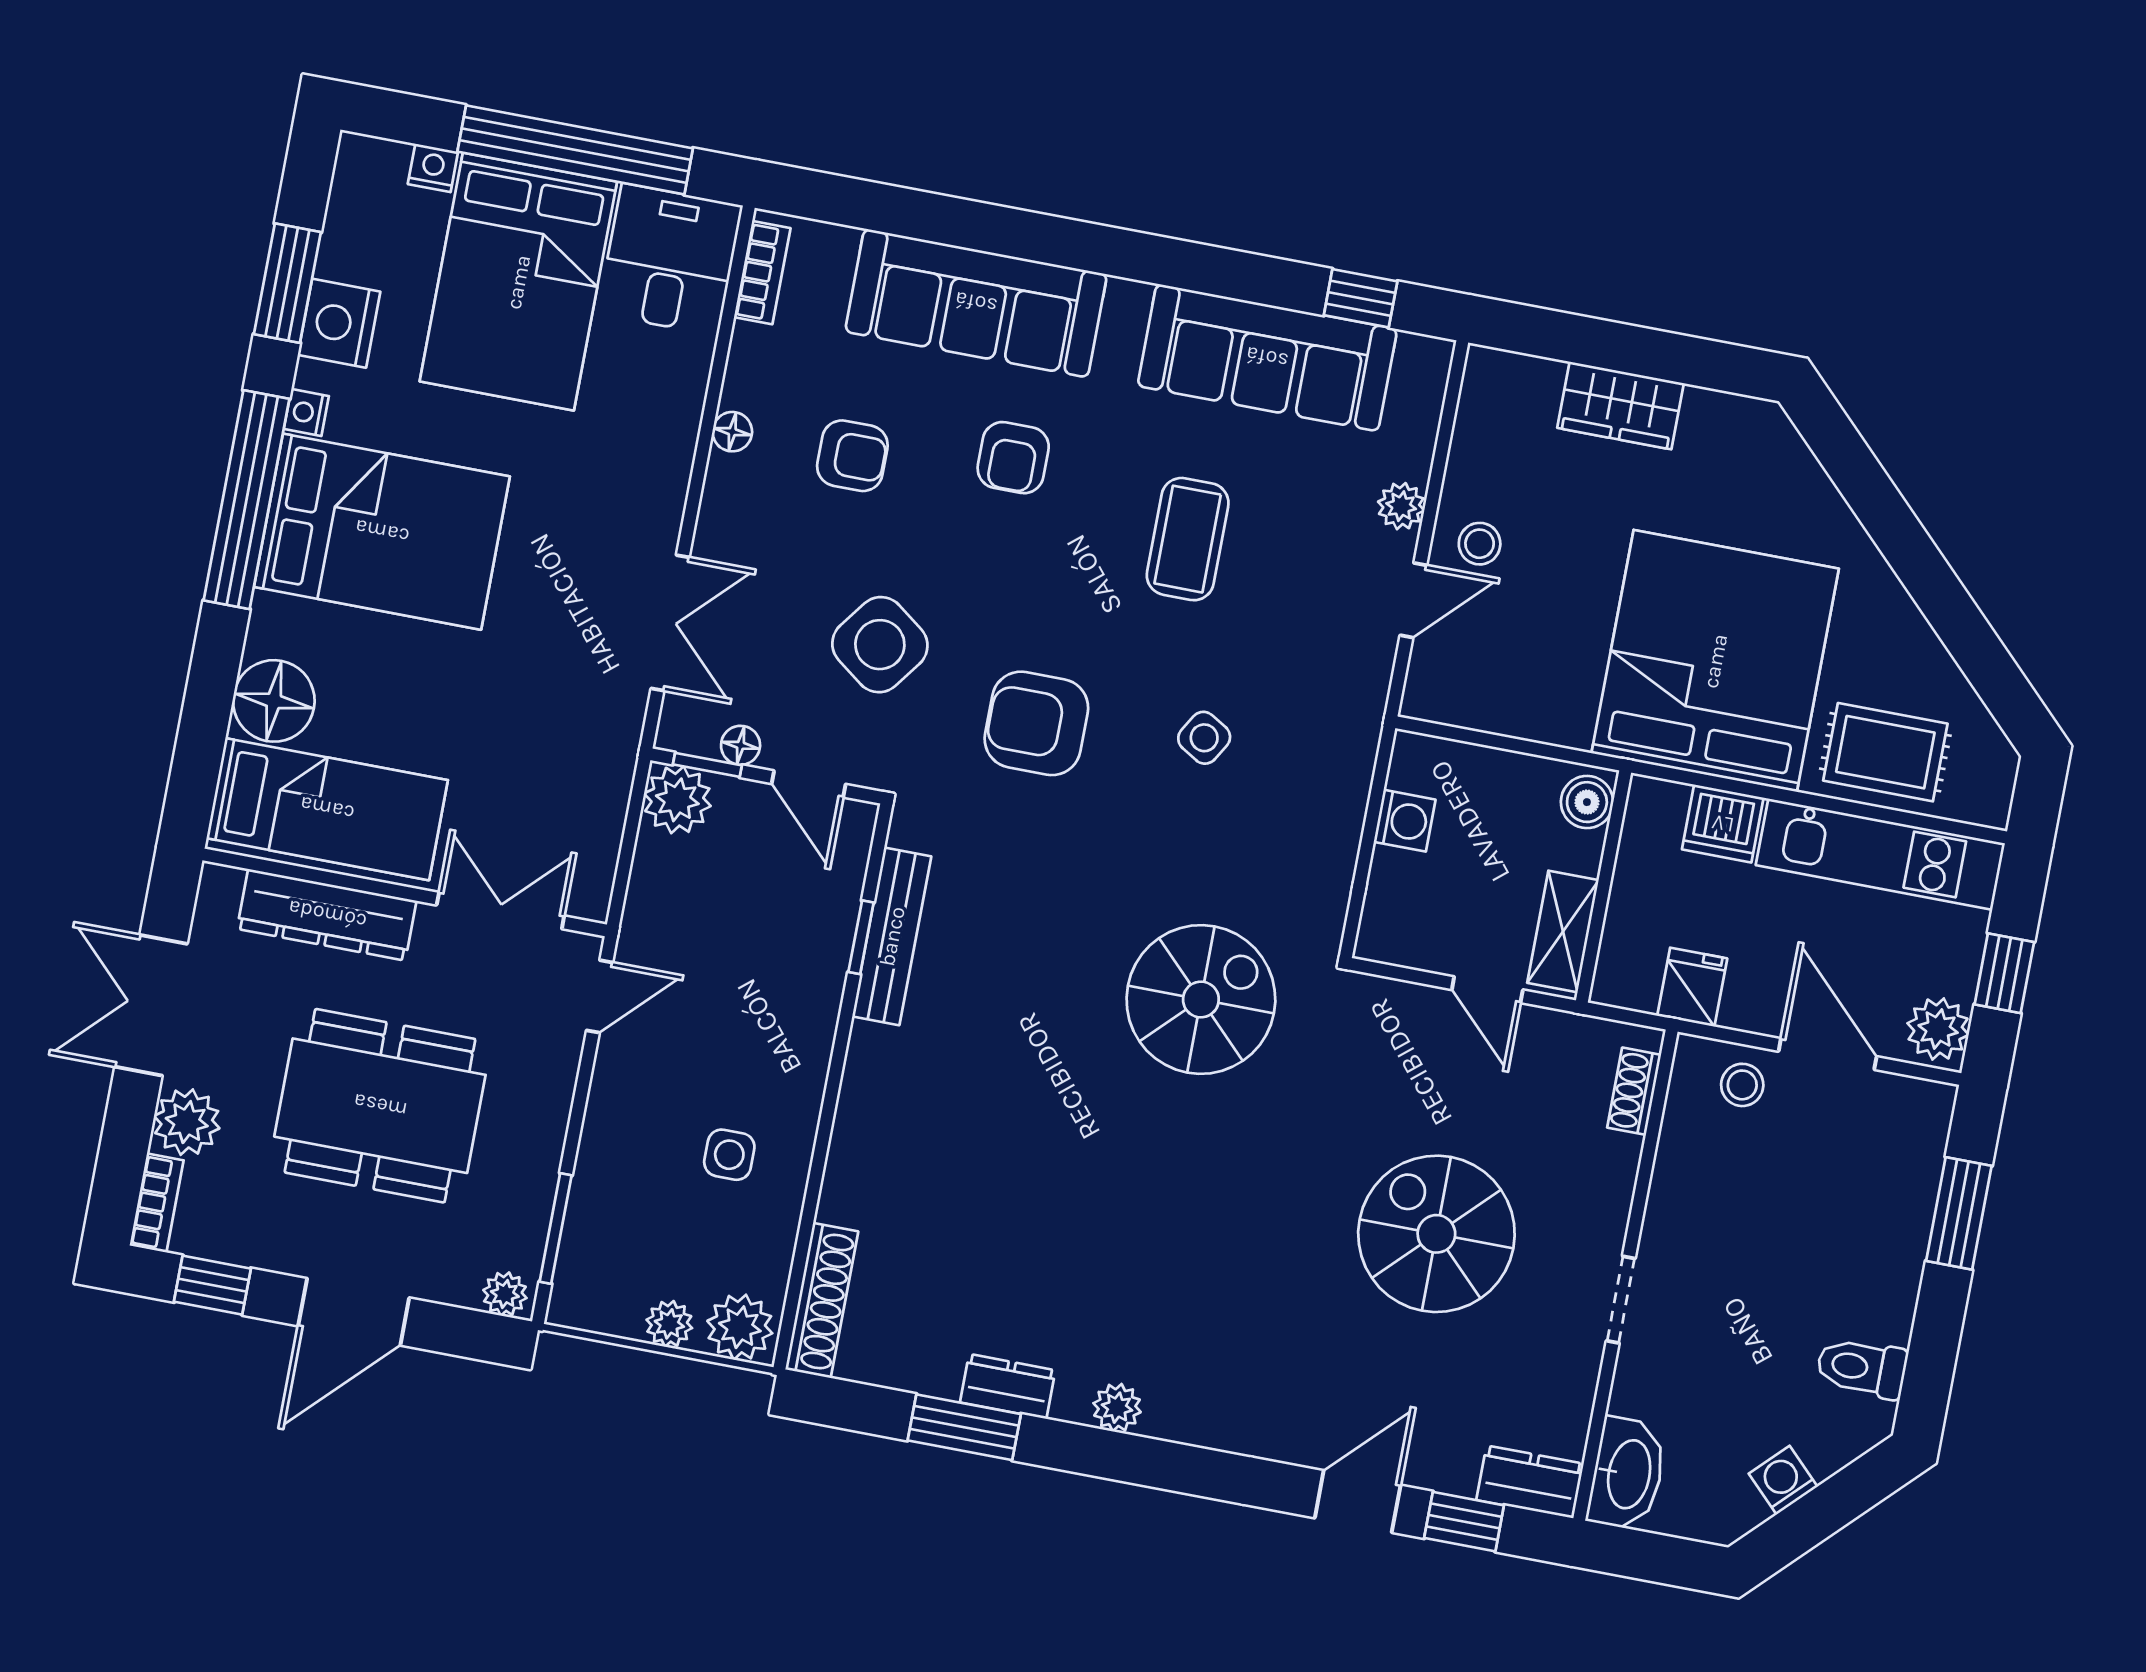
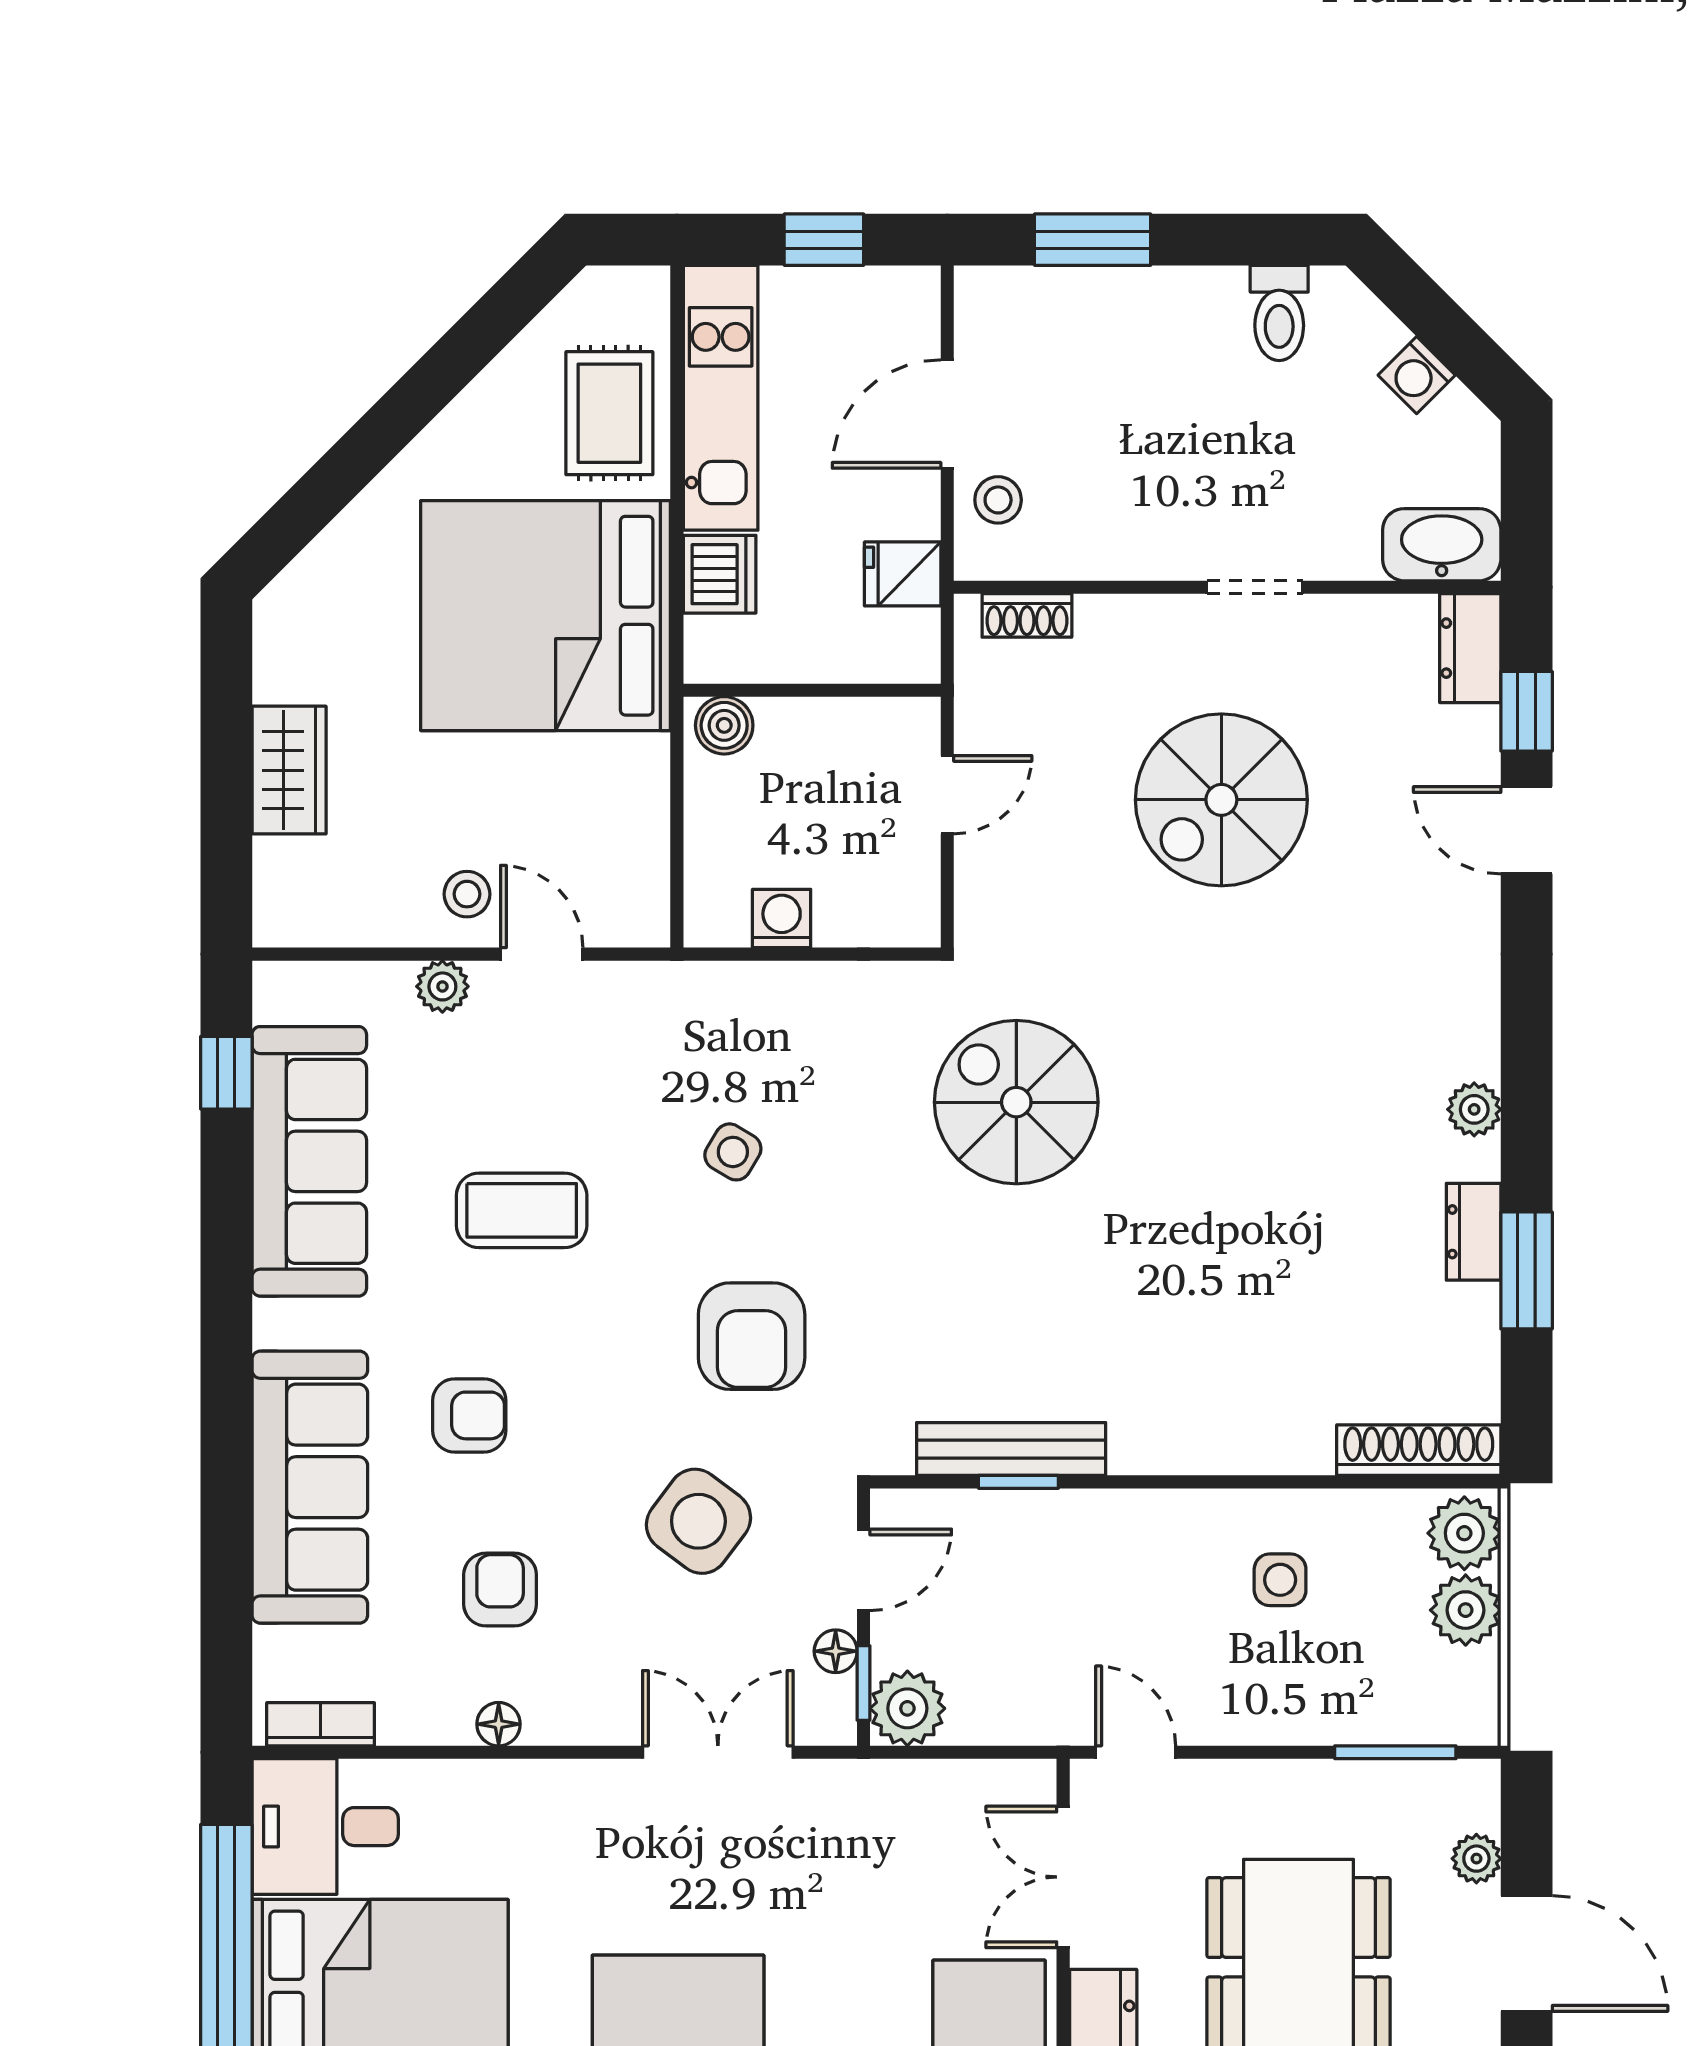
shelving: (1563, 931) -> (869, 725), removed
plant: (1938, 1029) -> (898, 300), removed
plant: (505, 1294) -> (1476, 1859), moved
plant: (669, 1324) -> (1466, 1610), width x1.38, depth x1.38

